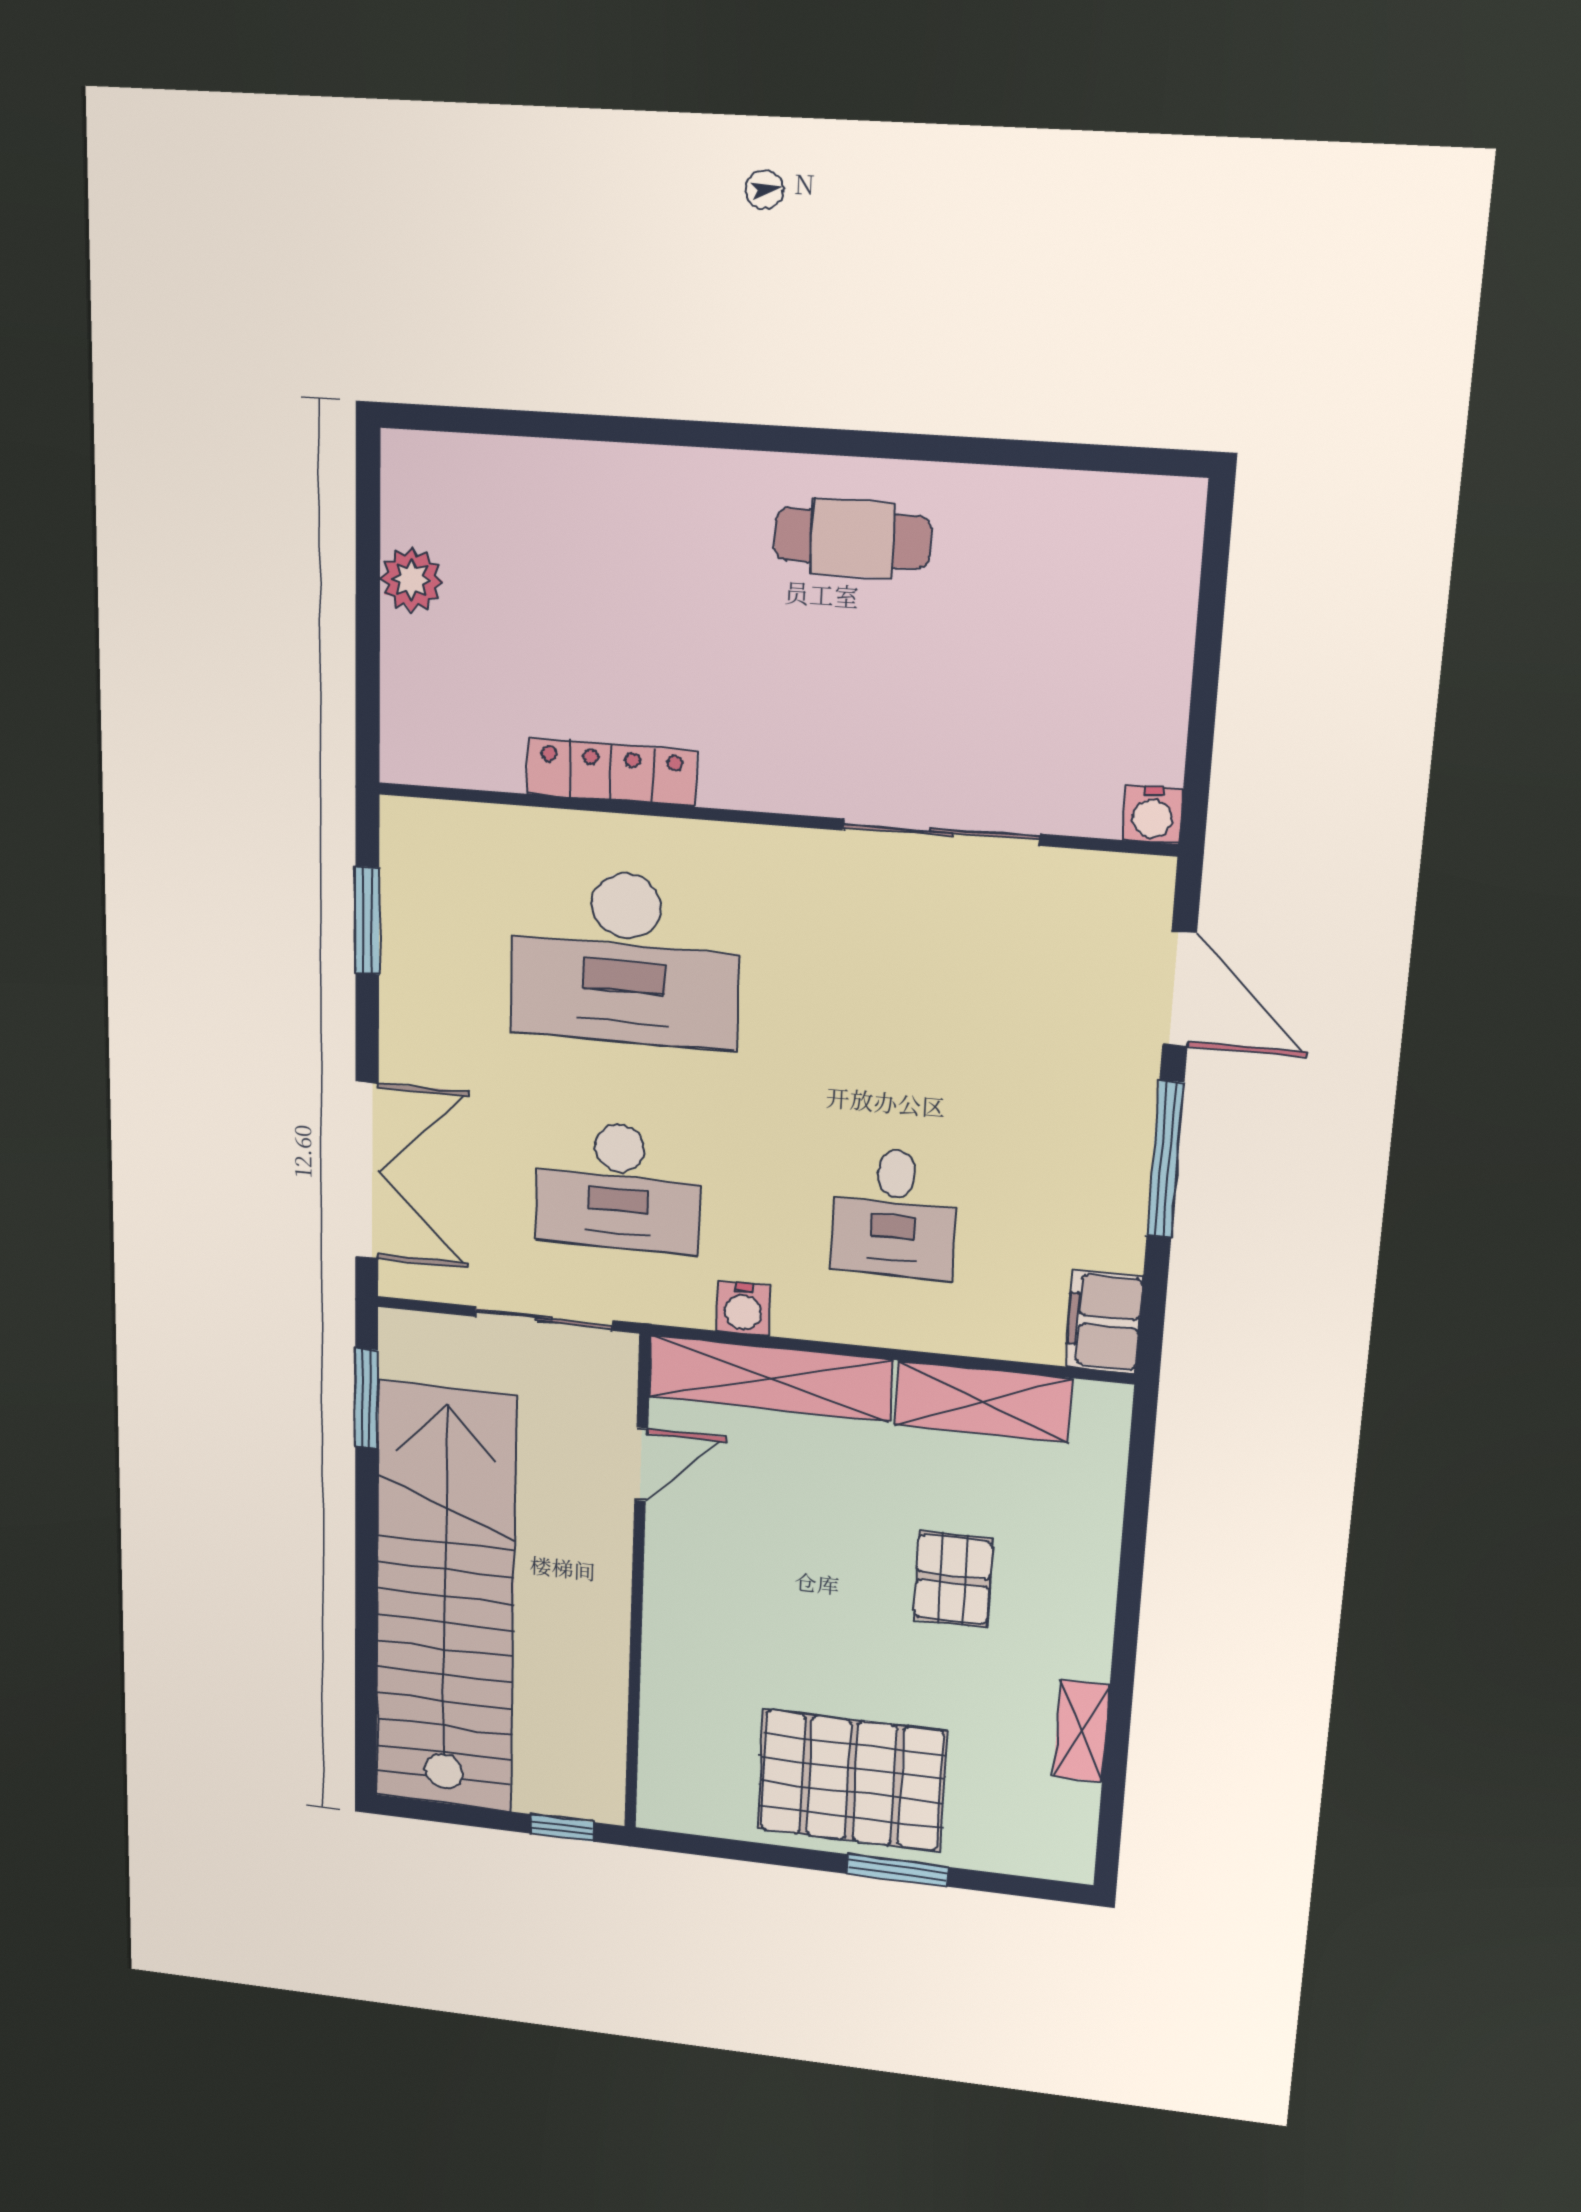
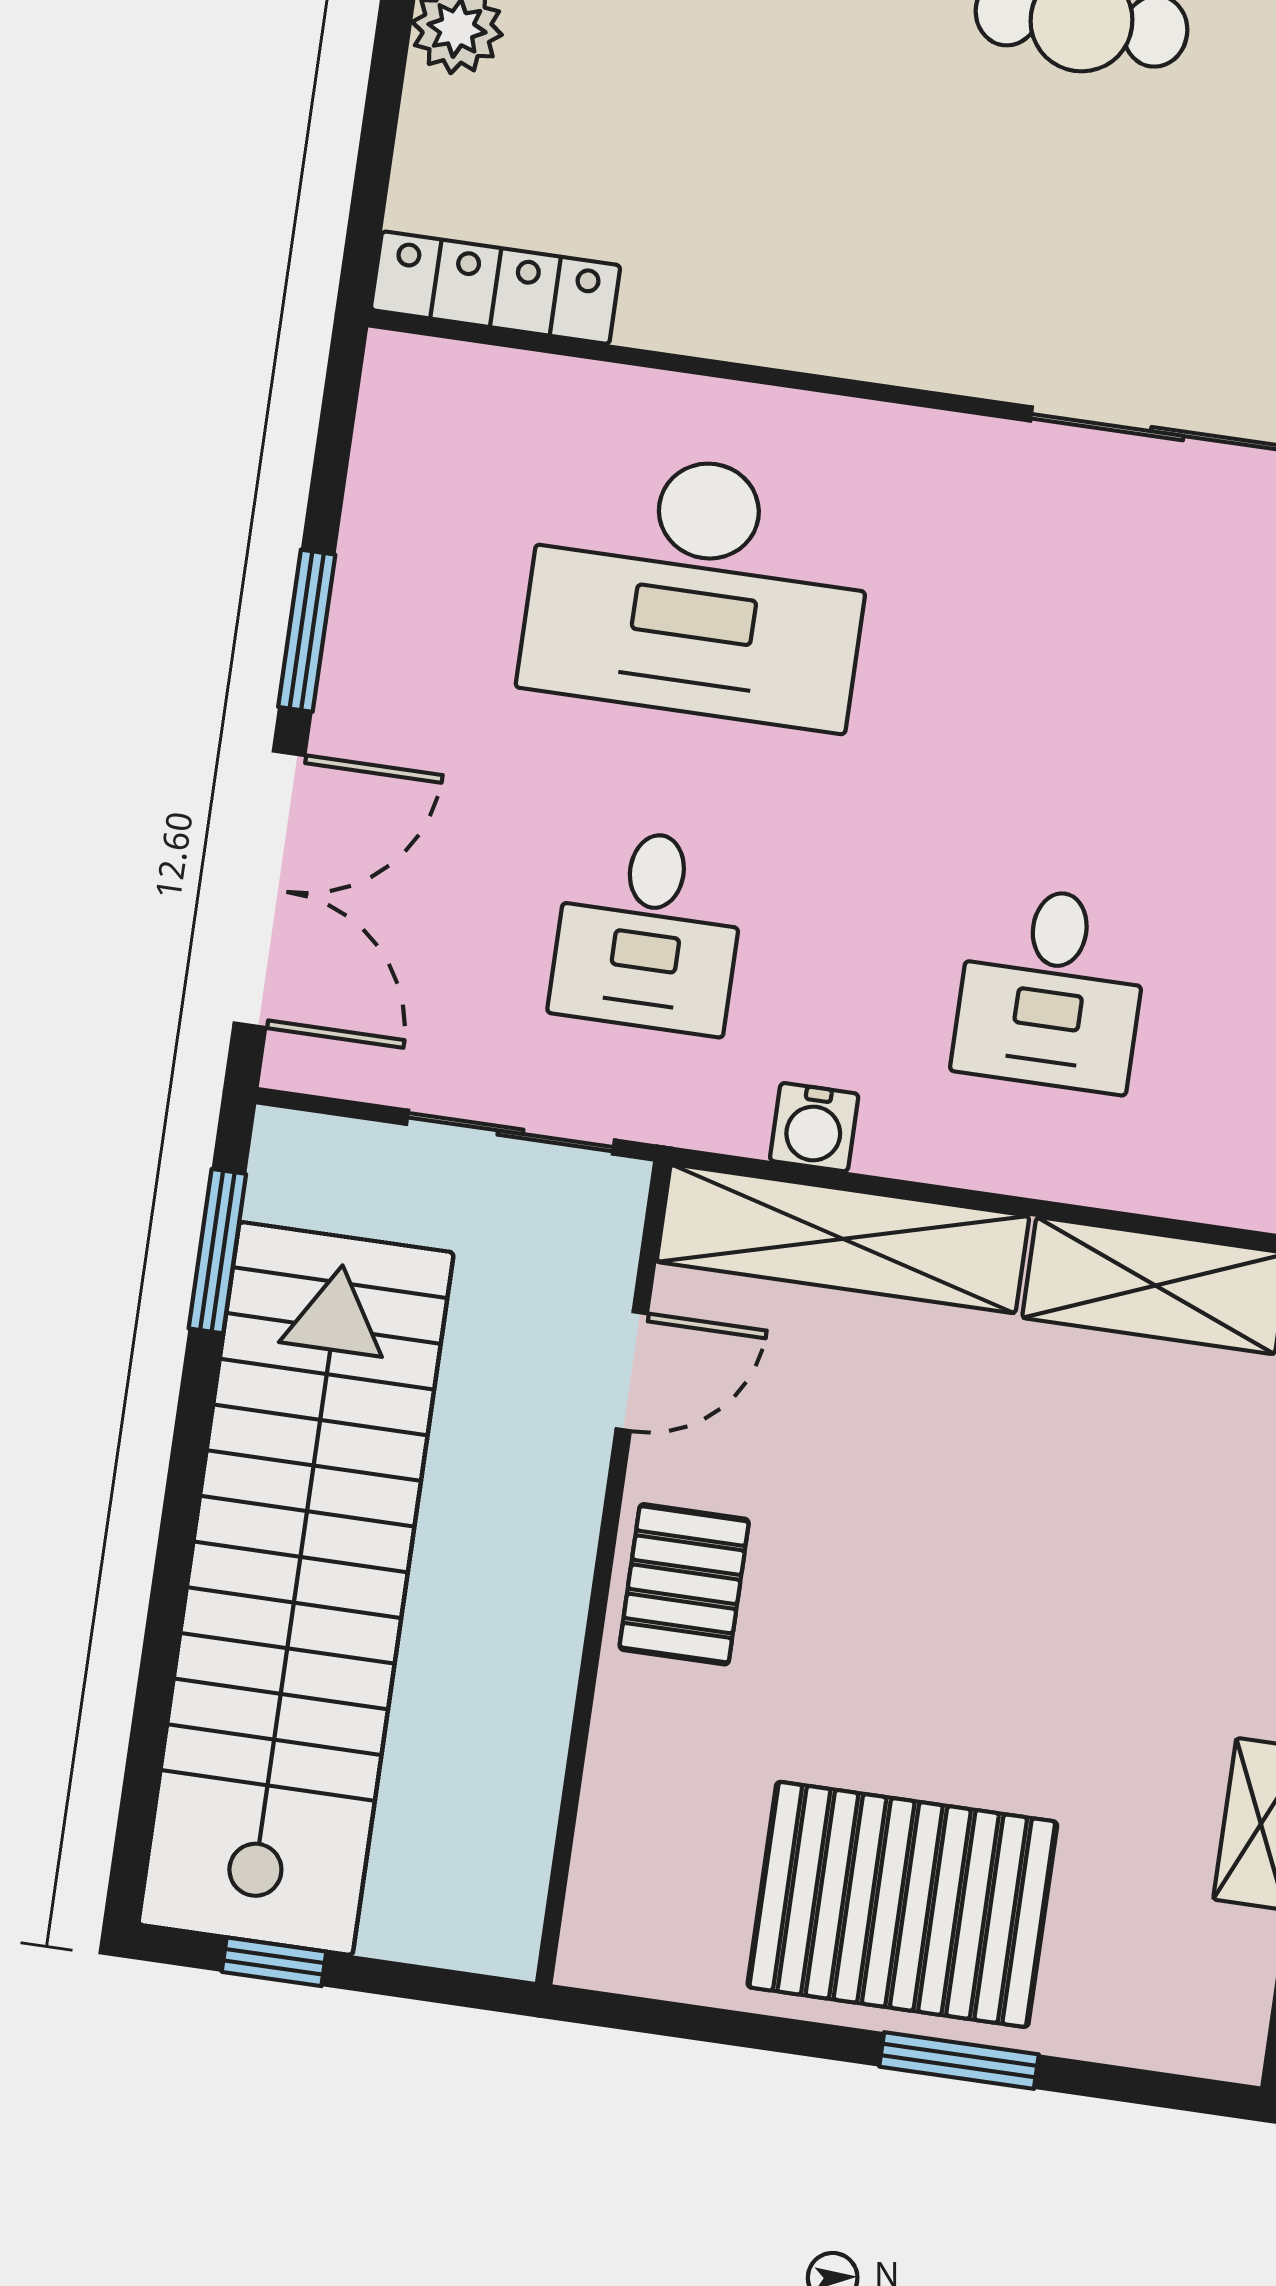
locker: (611, 772) -> (496, 288), moved
window: (367, 920) -> (307, 631), moved
desk: (618, 1186) -> (648, 930), width x0.73
pallet: (953, 1579) -> (684, 1584), moved
window: (562, 1828) -> (274, 1962), moved

